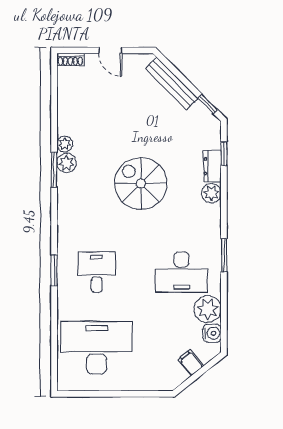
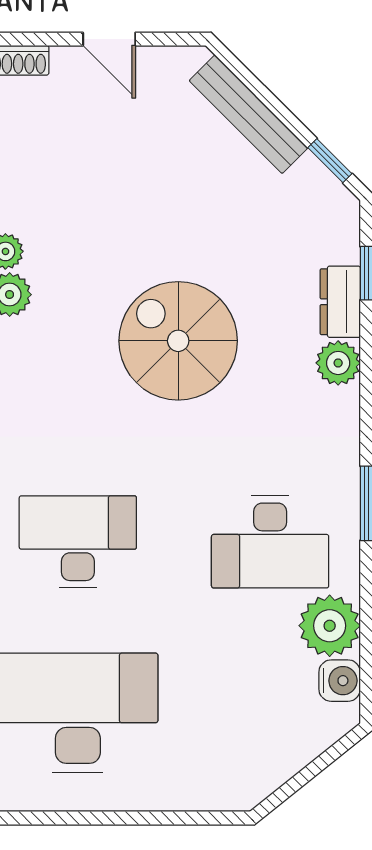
desk: (97, 272) -> (78, 542), width x1.37
filing cabinet: (191, 363) -> (291, 747), removed

